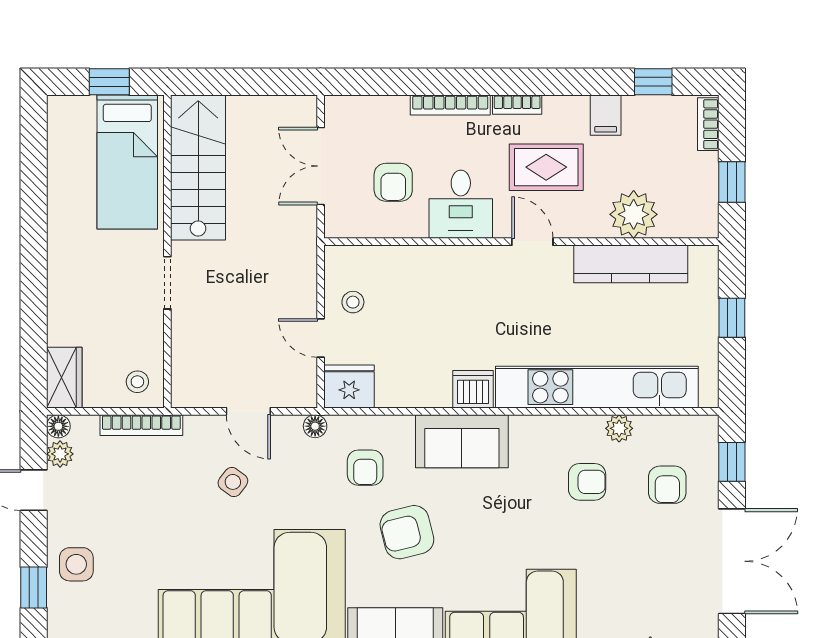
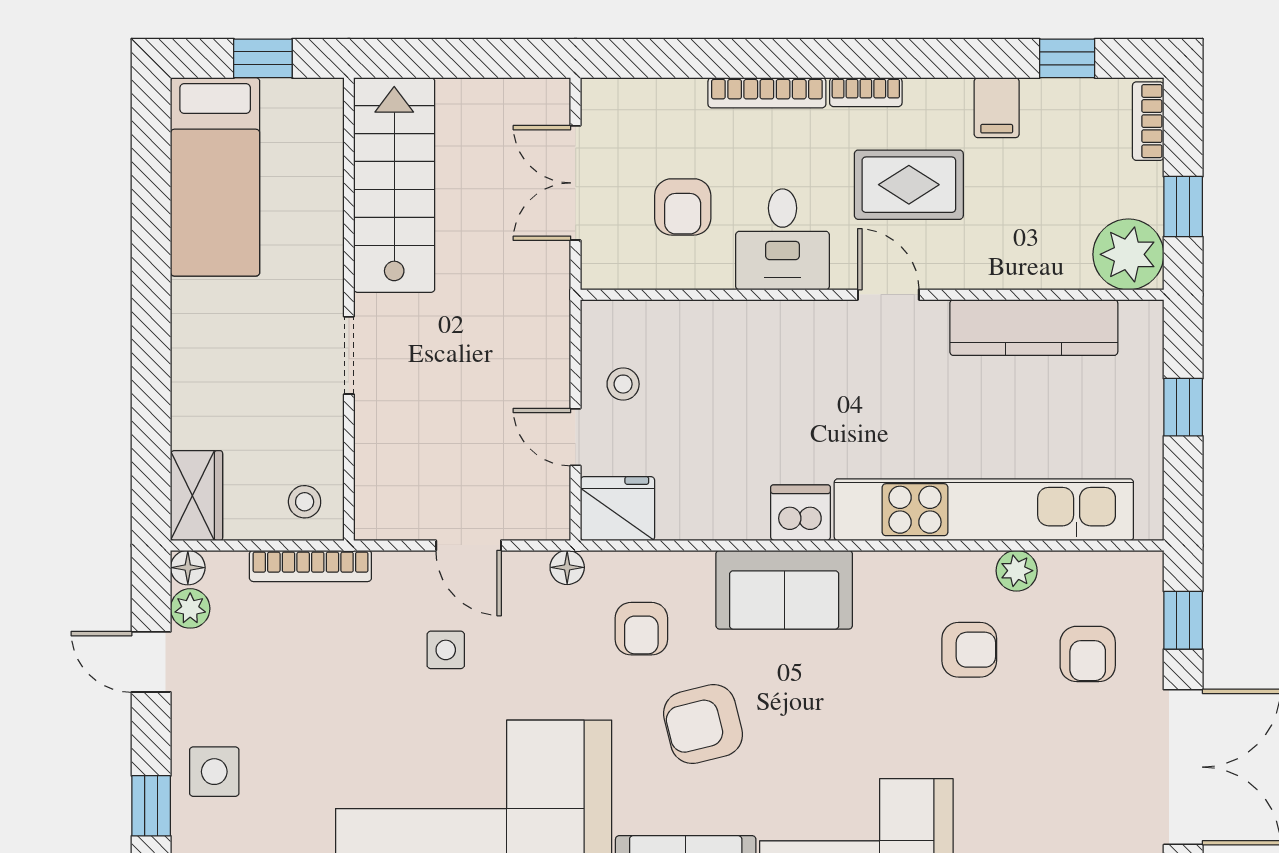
bed: (127, 162) -> (215, 177), moved
plant: (634, 214) -> (1128, 254), moved
side table: (233, 482) -> (446, 650), turned -37

